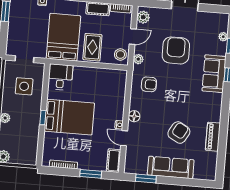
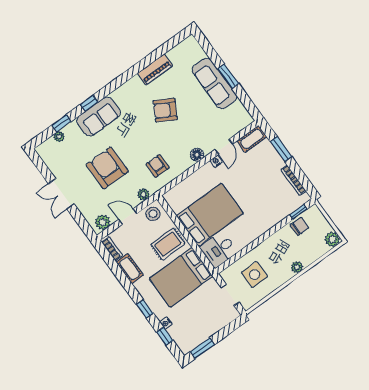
armchair: (176, 50) -> (107, 168), turned 90
bed: (69, 117) -> (210, 215), moved, turned 90
window: (43, 118) -> (299, 212), moved
armchair: (179, 133) -> (165, 110), moved
chair: (30, 143) -> (299, 226), added
window: (146, 179) -> (228, 76), moved

